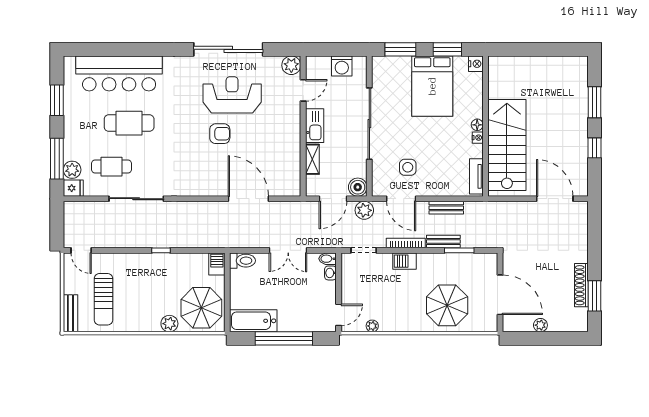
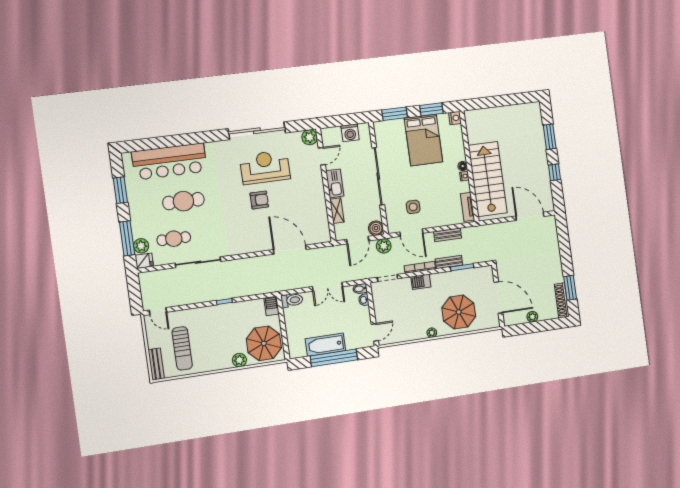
shoe rack: (581, 285) -> (562, 300), moved
bathtub: (253, 321) -> (325, 345), moved
plant: (372, 326) -> (432, 333), moved

